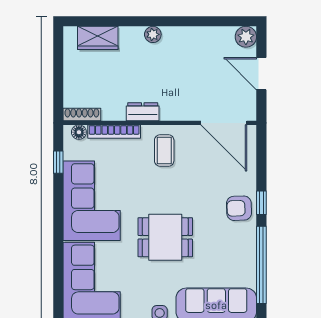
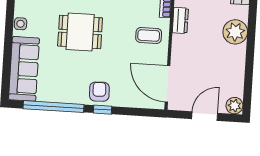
plant: (153, 34) -> (235, 32), width x1.88, depth x1.88
door: (224, 123) -> (168, 84), hinge flipped
dining table: (165, 237) -> (80, 32), turned 90

